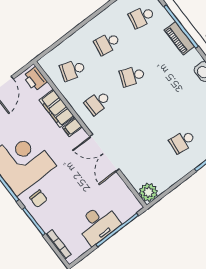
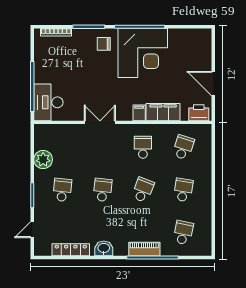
school desk: (157, 109) -> (103, 190), added
double door: (104, 153) -> (100, 122), width x0.73
plant: (148, 192) -> (43, 160), moved
desk: (98, 224) -> (48, 102), moved

